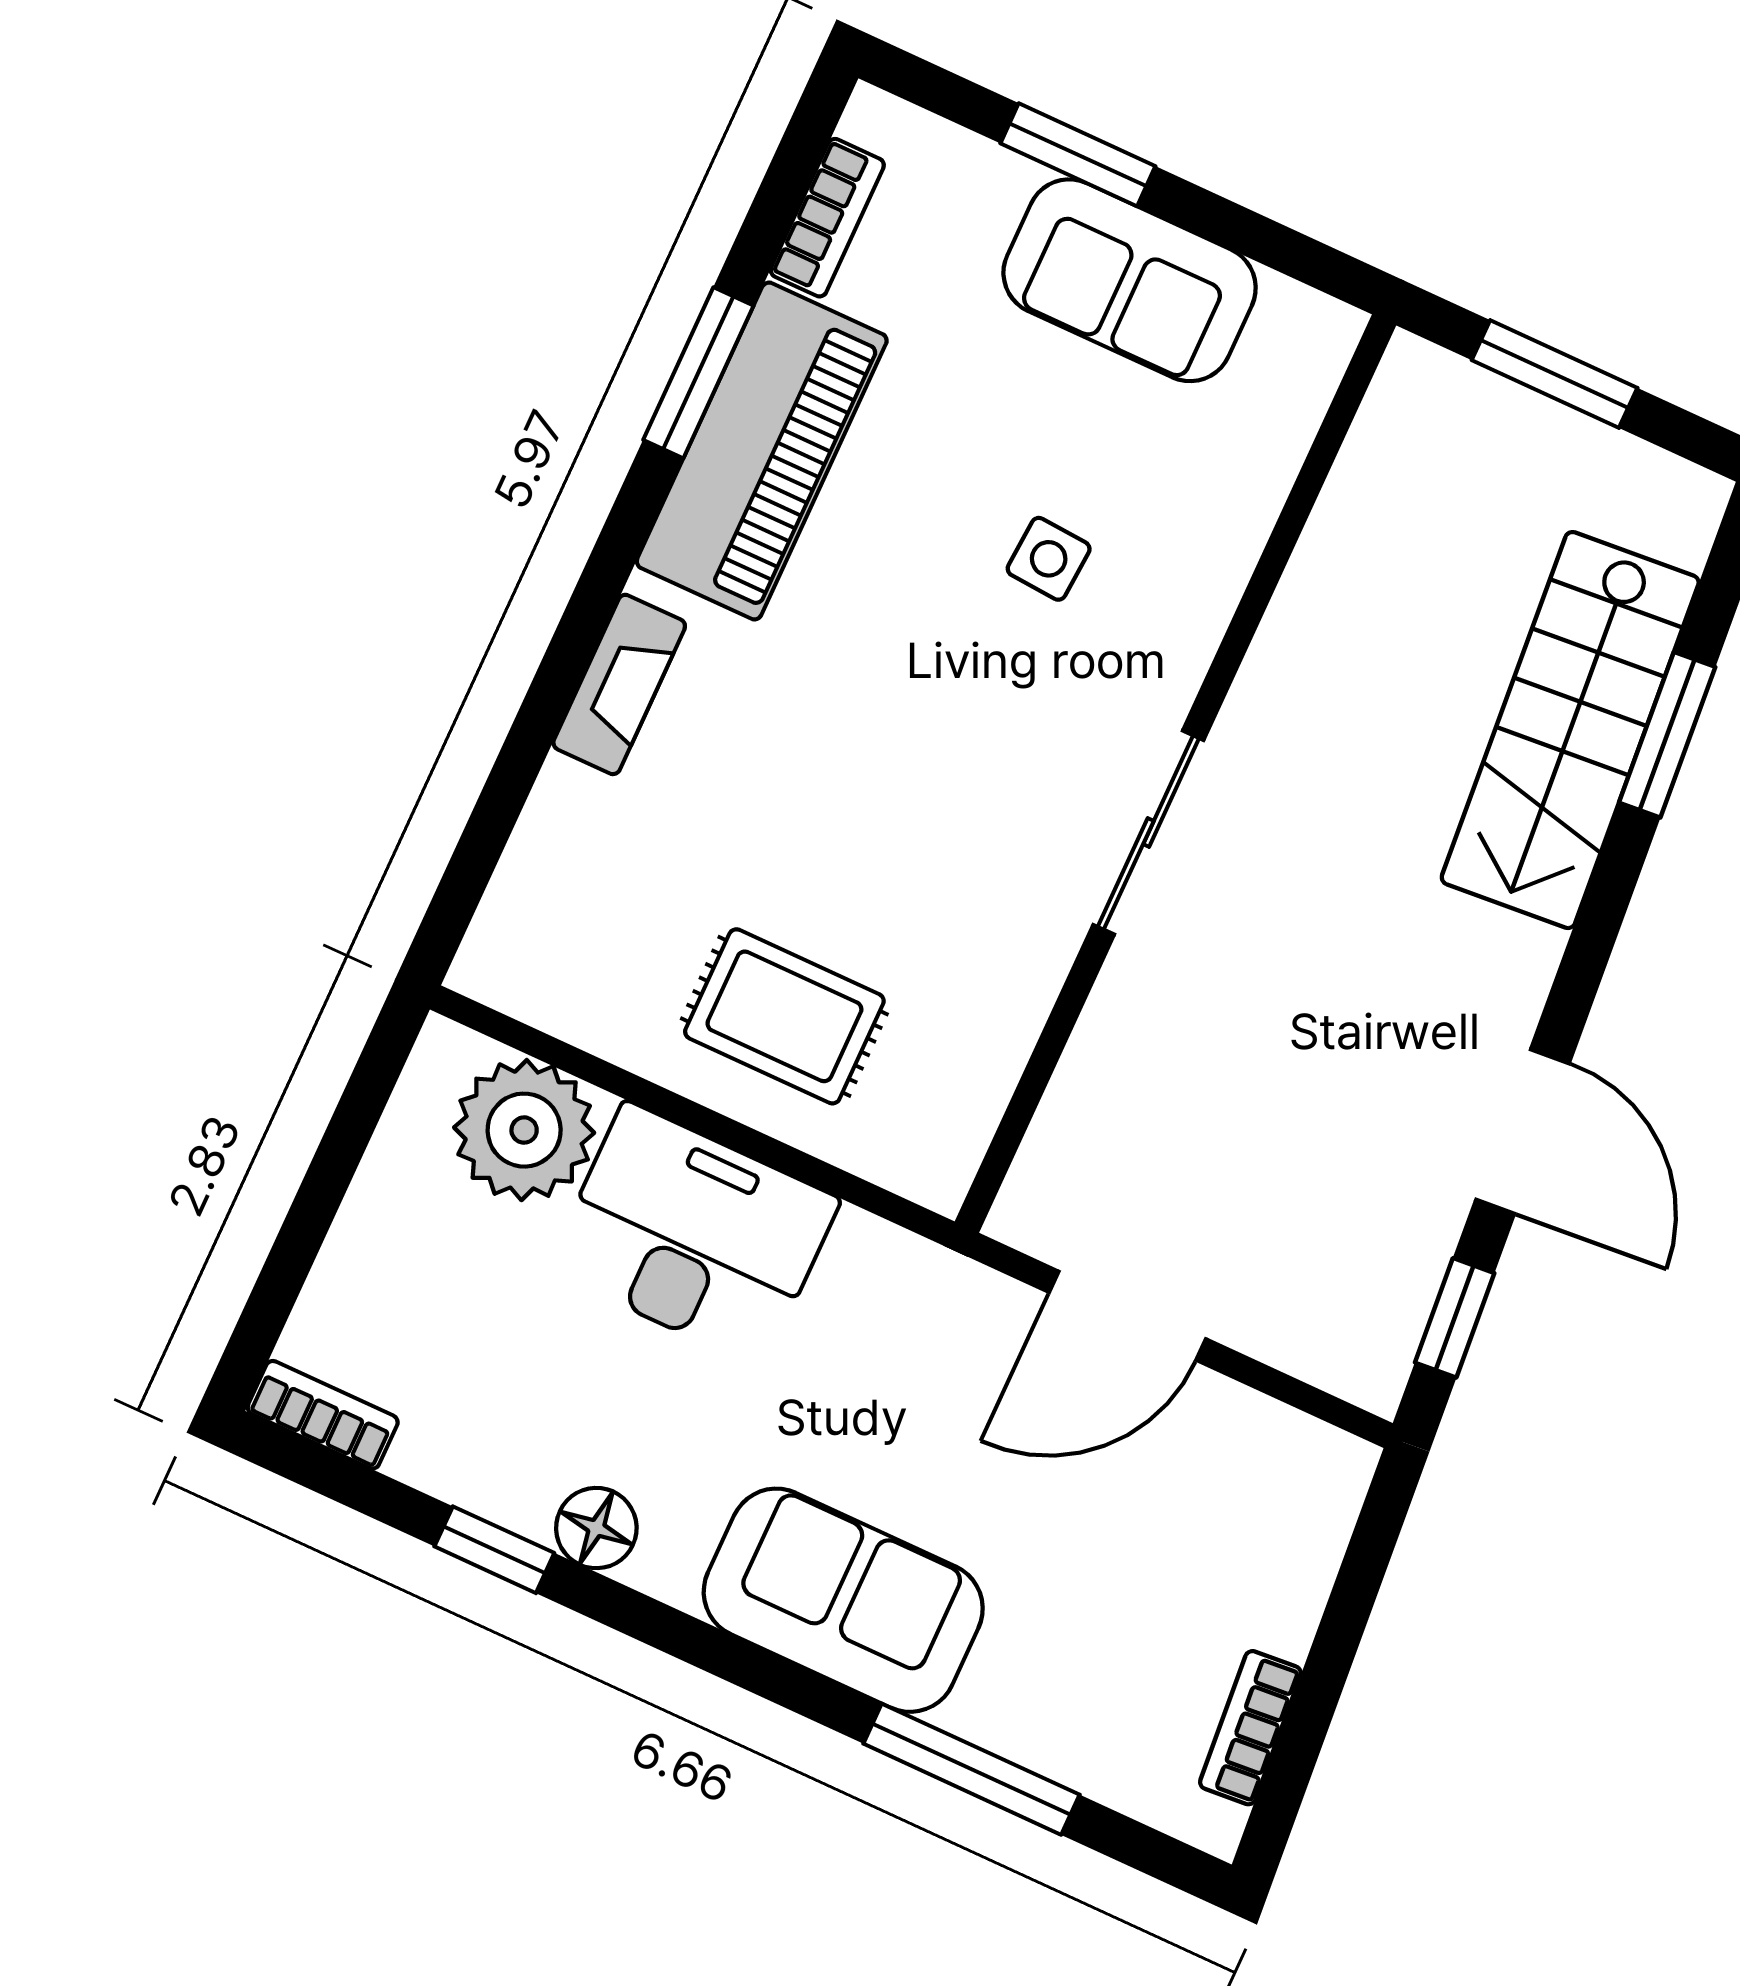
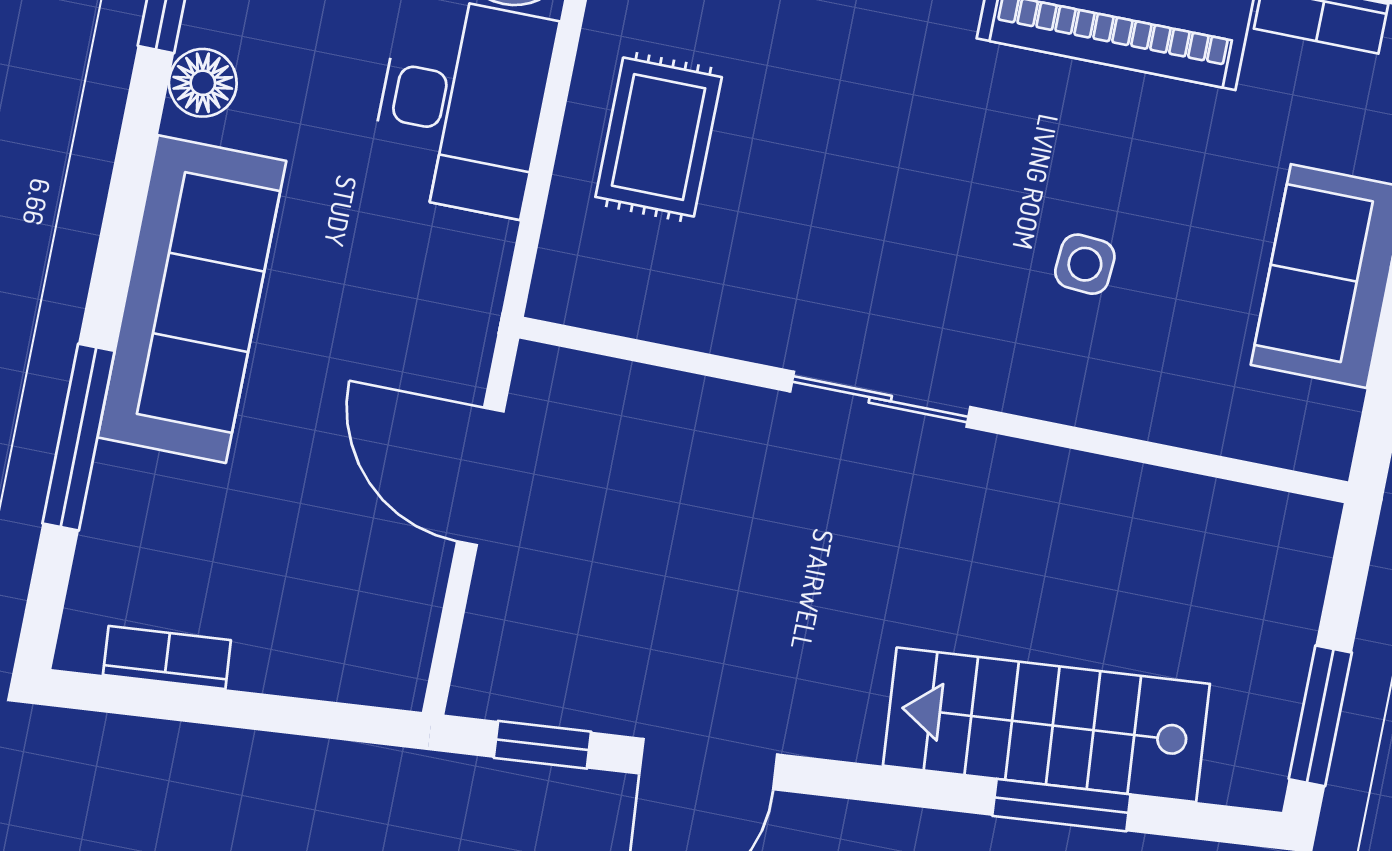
window: (1555, 374) -> (1320, 716), moved
sofa: (843, 1600) -> (192, 299), width x1.36

